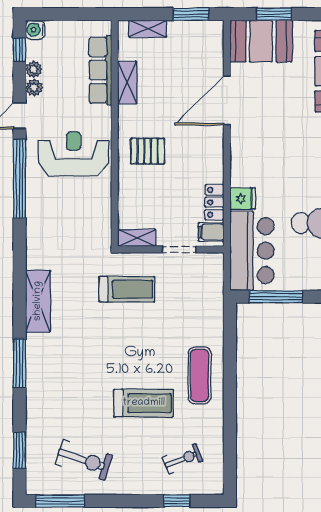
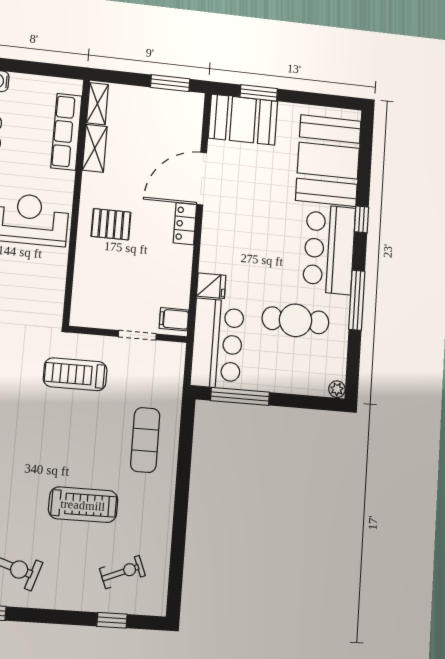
shelving: (148, 29) -> (97, 104), moved, turned 90
locker: (214, 202) -> (185, 224), moved
shelving: (137, 238) -> (91, 318), removed
treadmill: (127, 289) -> (75, 374), turned 180
exercise mat: (200, 375) -> (145, 440), moved

